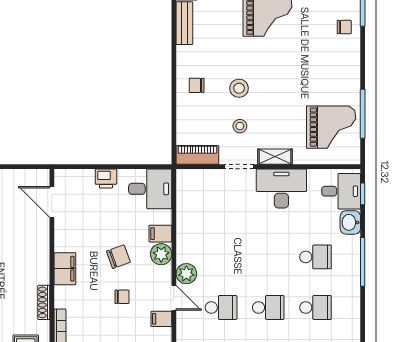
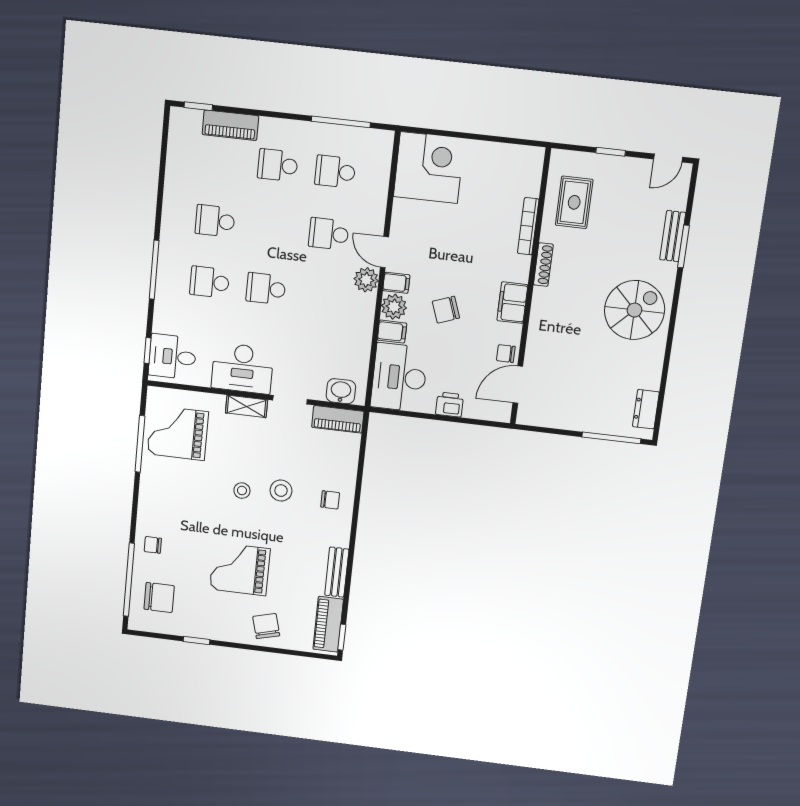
stool: (240, 126) -> (242, 491), moved
desk: (150, 189) -> (399, 377), width x1.37
door: (52, 202) -> (518, 385), swing flipped
washbasin: (350, 222) -> (341, 391), moved, turned -90
chair: (122, 297) -> (506, 354), moved
school desk: (268, 307) -> (266, 289), moved
filing cabinet: (161, 319) -> (396, 283), moved

